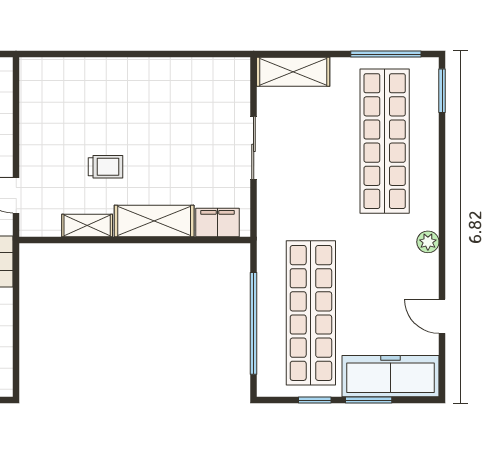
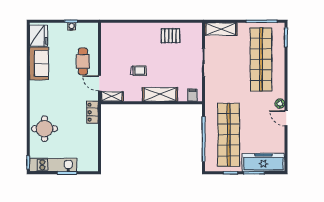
pallet: (178, 87) -> (170, 36), added
filing cabinet: (218, 222) -> (192, 95), width x0.50
shelving: (87, 225) -> (112, 96), moved
door: (442, 316) -> (286, 118), moved

